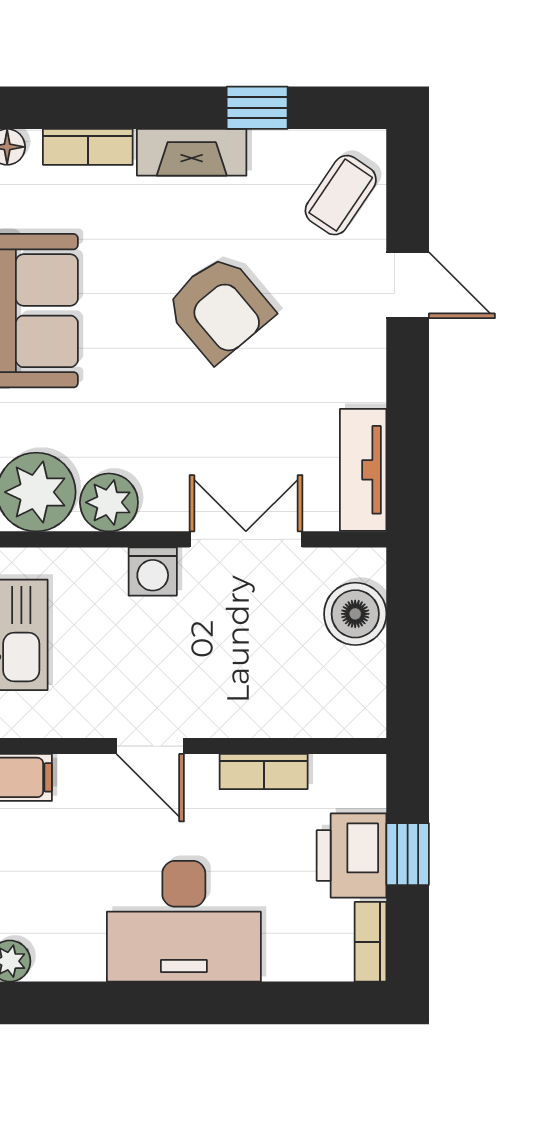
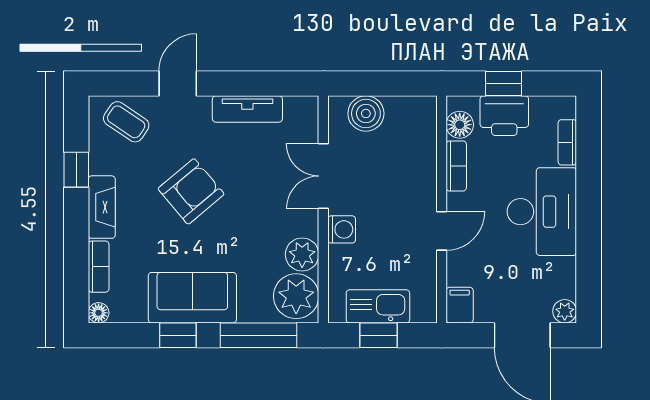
tv unit: (363, 470) -> (247, 109), moved
floor lamp: (336, 778) -> (460, 125), added
bookcase: (370, 942) -> (567, 142), moved, turned 90

